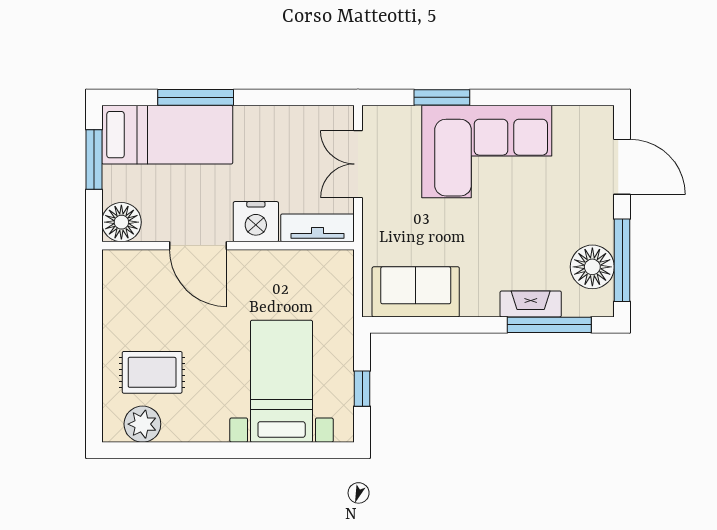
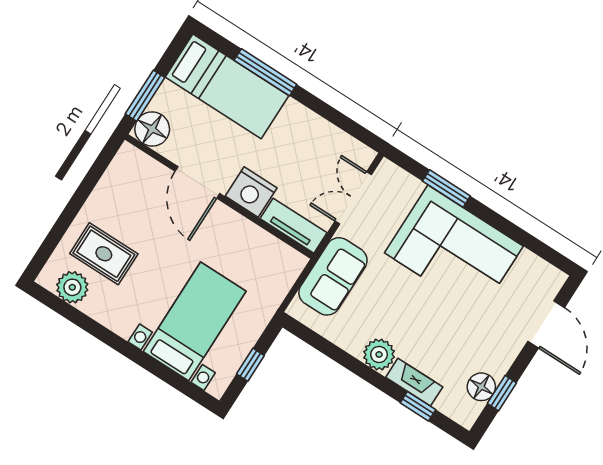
window: (94, 160) -> (145, 96), moved
window: (622, 260) -> (502, 393), width x0.46
floor lamp: (592, 267) -> (481, 387), width x0.73, depth x0.73
sofa: (416, 292) -> (333, 276), moved, turned 90
plant: (480, 299) -> (379, 354), added
window: (549, 325) -> (418, 406), width x0.46

